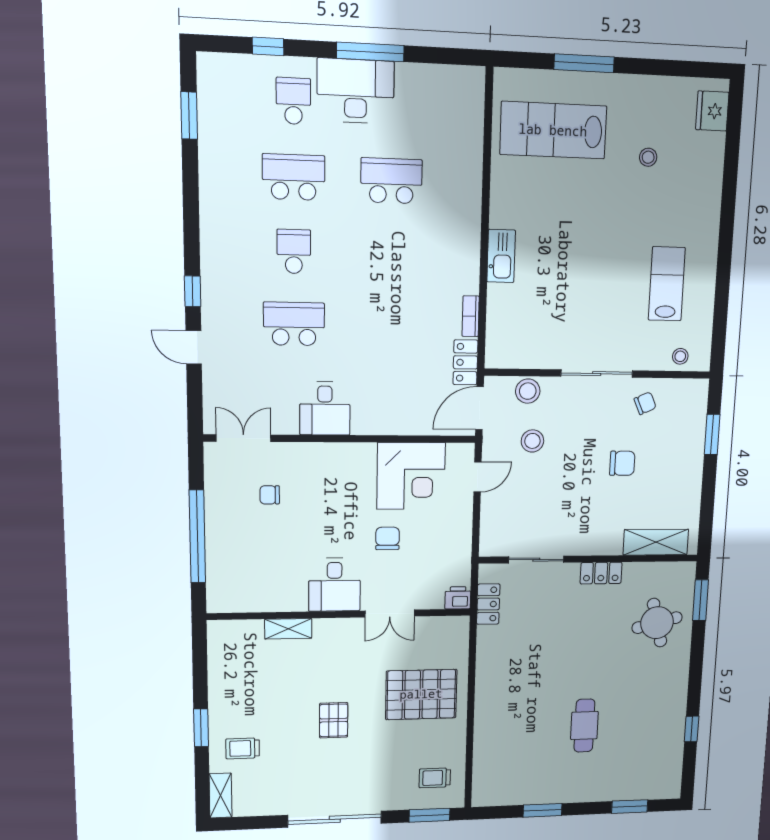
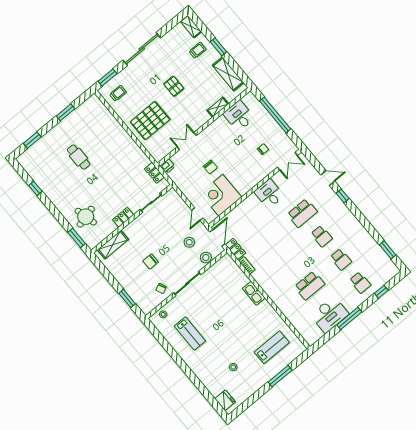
desk: (356, 91) -> (330, 315), moved
lab bench: (553, 130) -> (272, 347), width x0.73, depth x0.72
school desk: (294, 177) -> (341, 259), width x0.54
desk: (334, 585) -> (239, 116), moved
shelving: (223, 670) -> (228, 74), added

